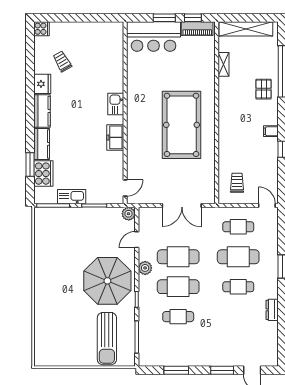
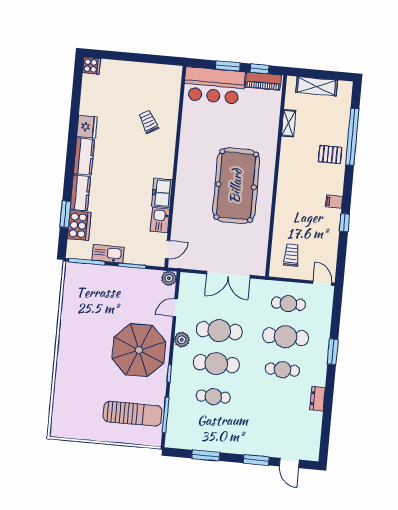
shelving: (246, 29) -> (317, 86), width x0.68
trolley: (62, 61) -> (149, 122), moved
pallet: (264, 89) -> (330, 155), turned 90
kitchen sink: (116, 104) -> (160, 220), moved
sun lounger: (107, 339) -> (133, 414), turned -90

